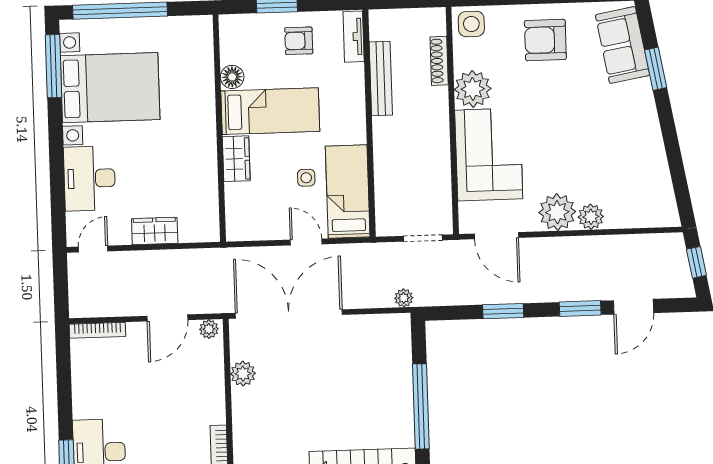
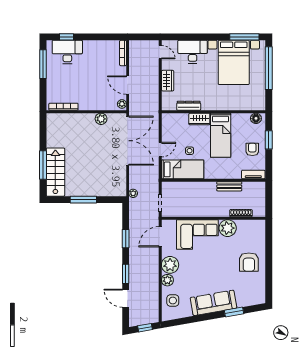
side table: (471, 24) -> (173, 301), moved
armchair: (545, 40) -> (249, 262), turned 180
sofa: (622, 45) -> (214, 303), moved, width x1.36
floor lamp: (232, 77) -> (256, 118), moved
bench: (381, 79) -> (229, 186), width x0.73
dresser: (208, 183) -> (189, 106), added
window: (421, 406) -> (83, 200), width x0.68

